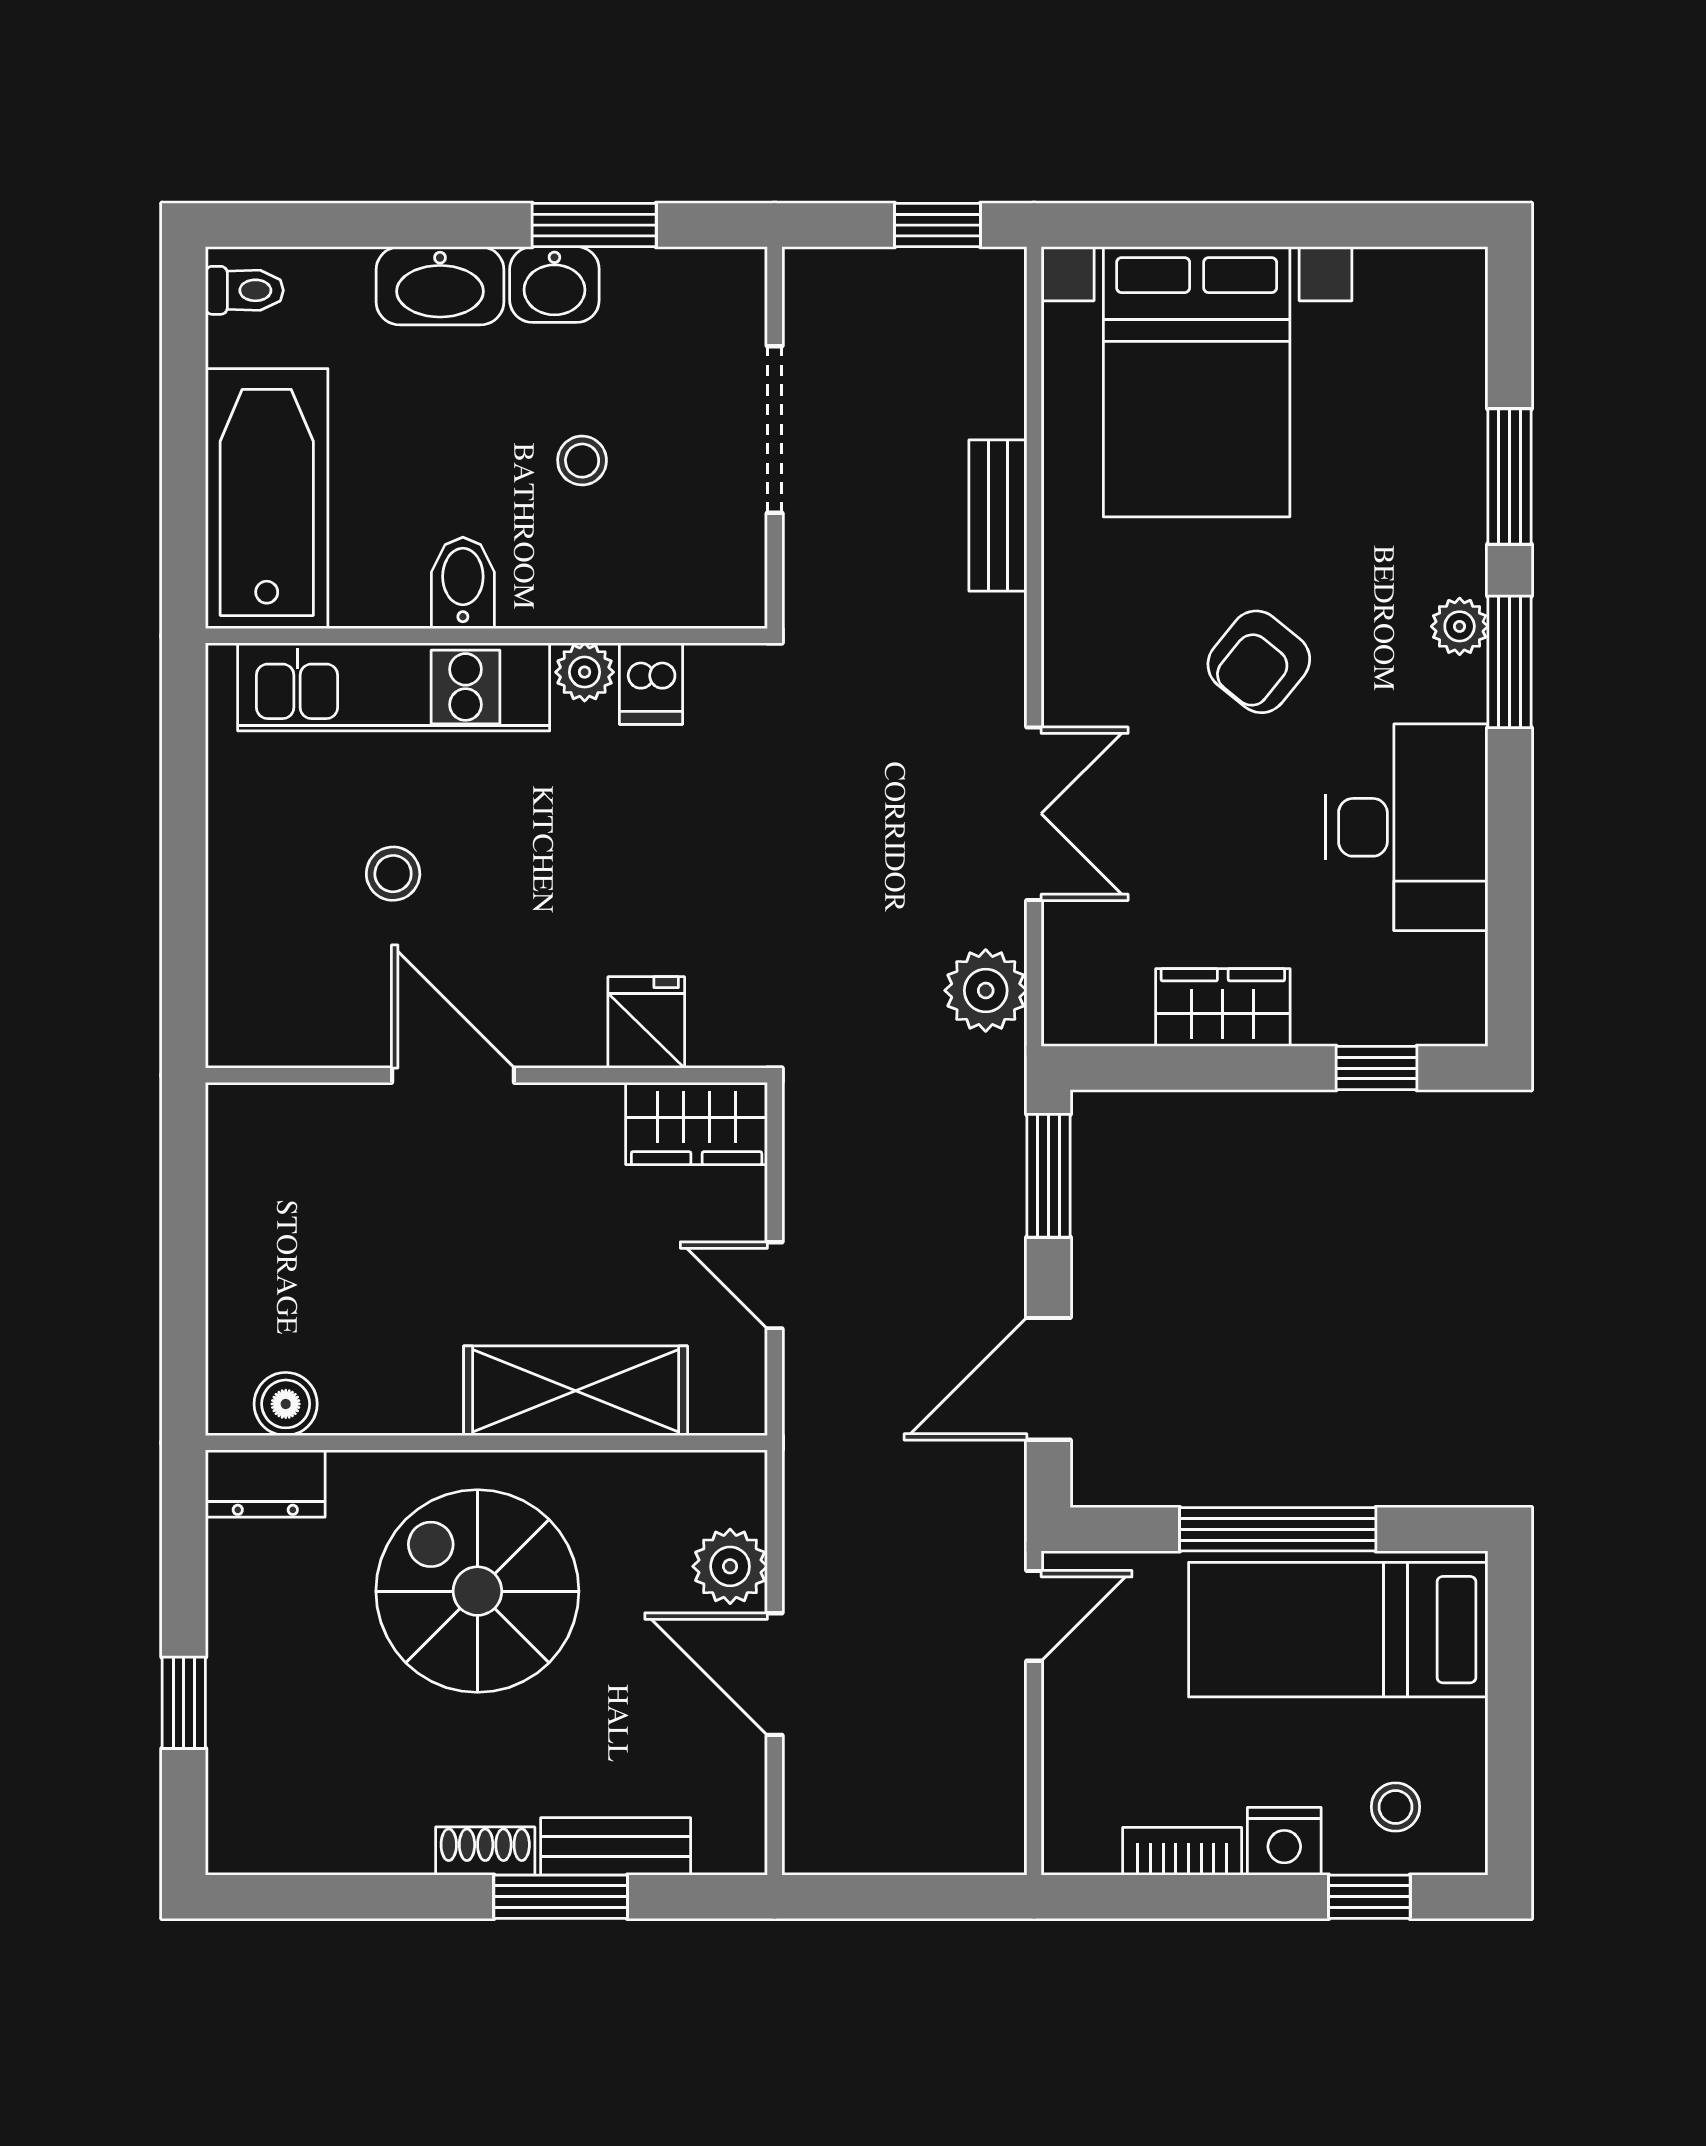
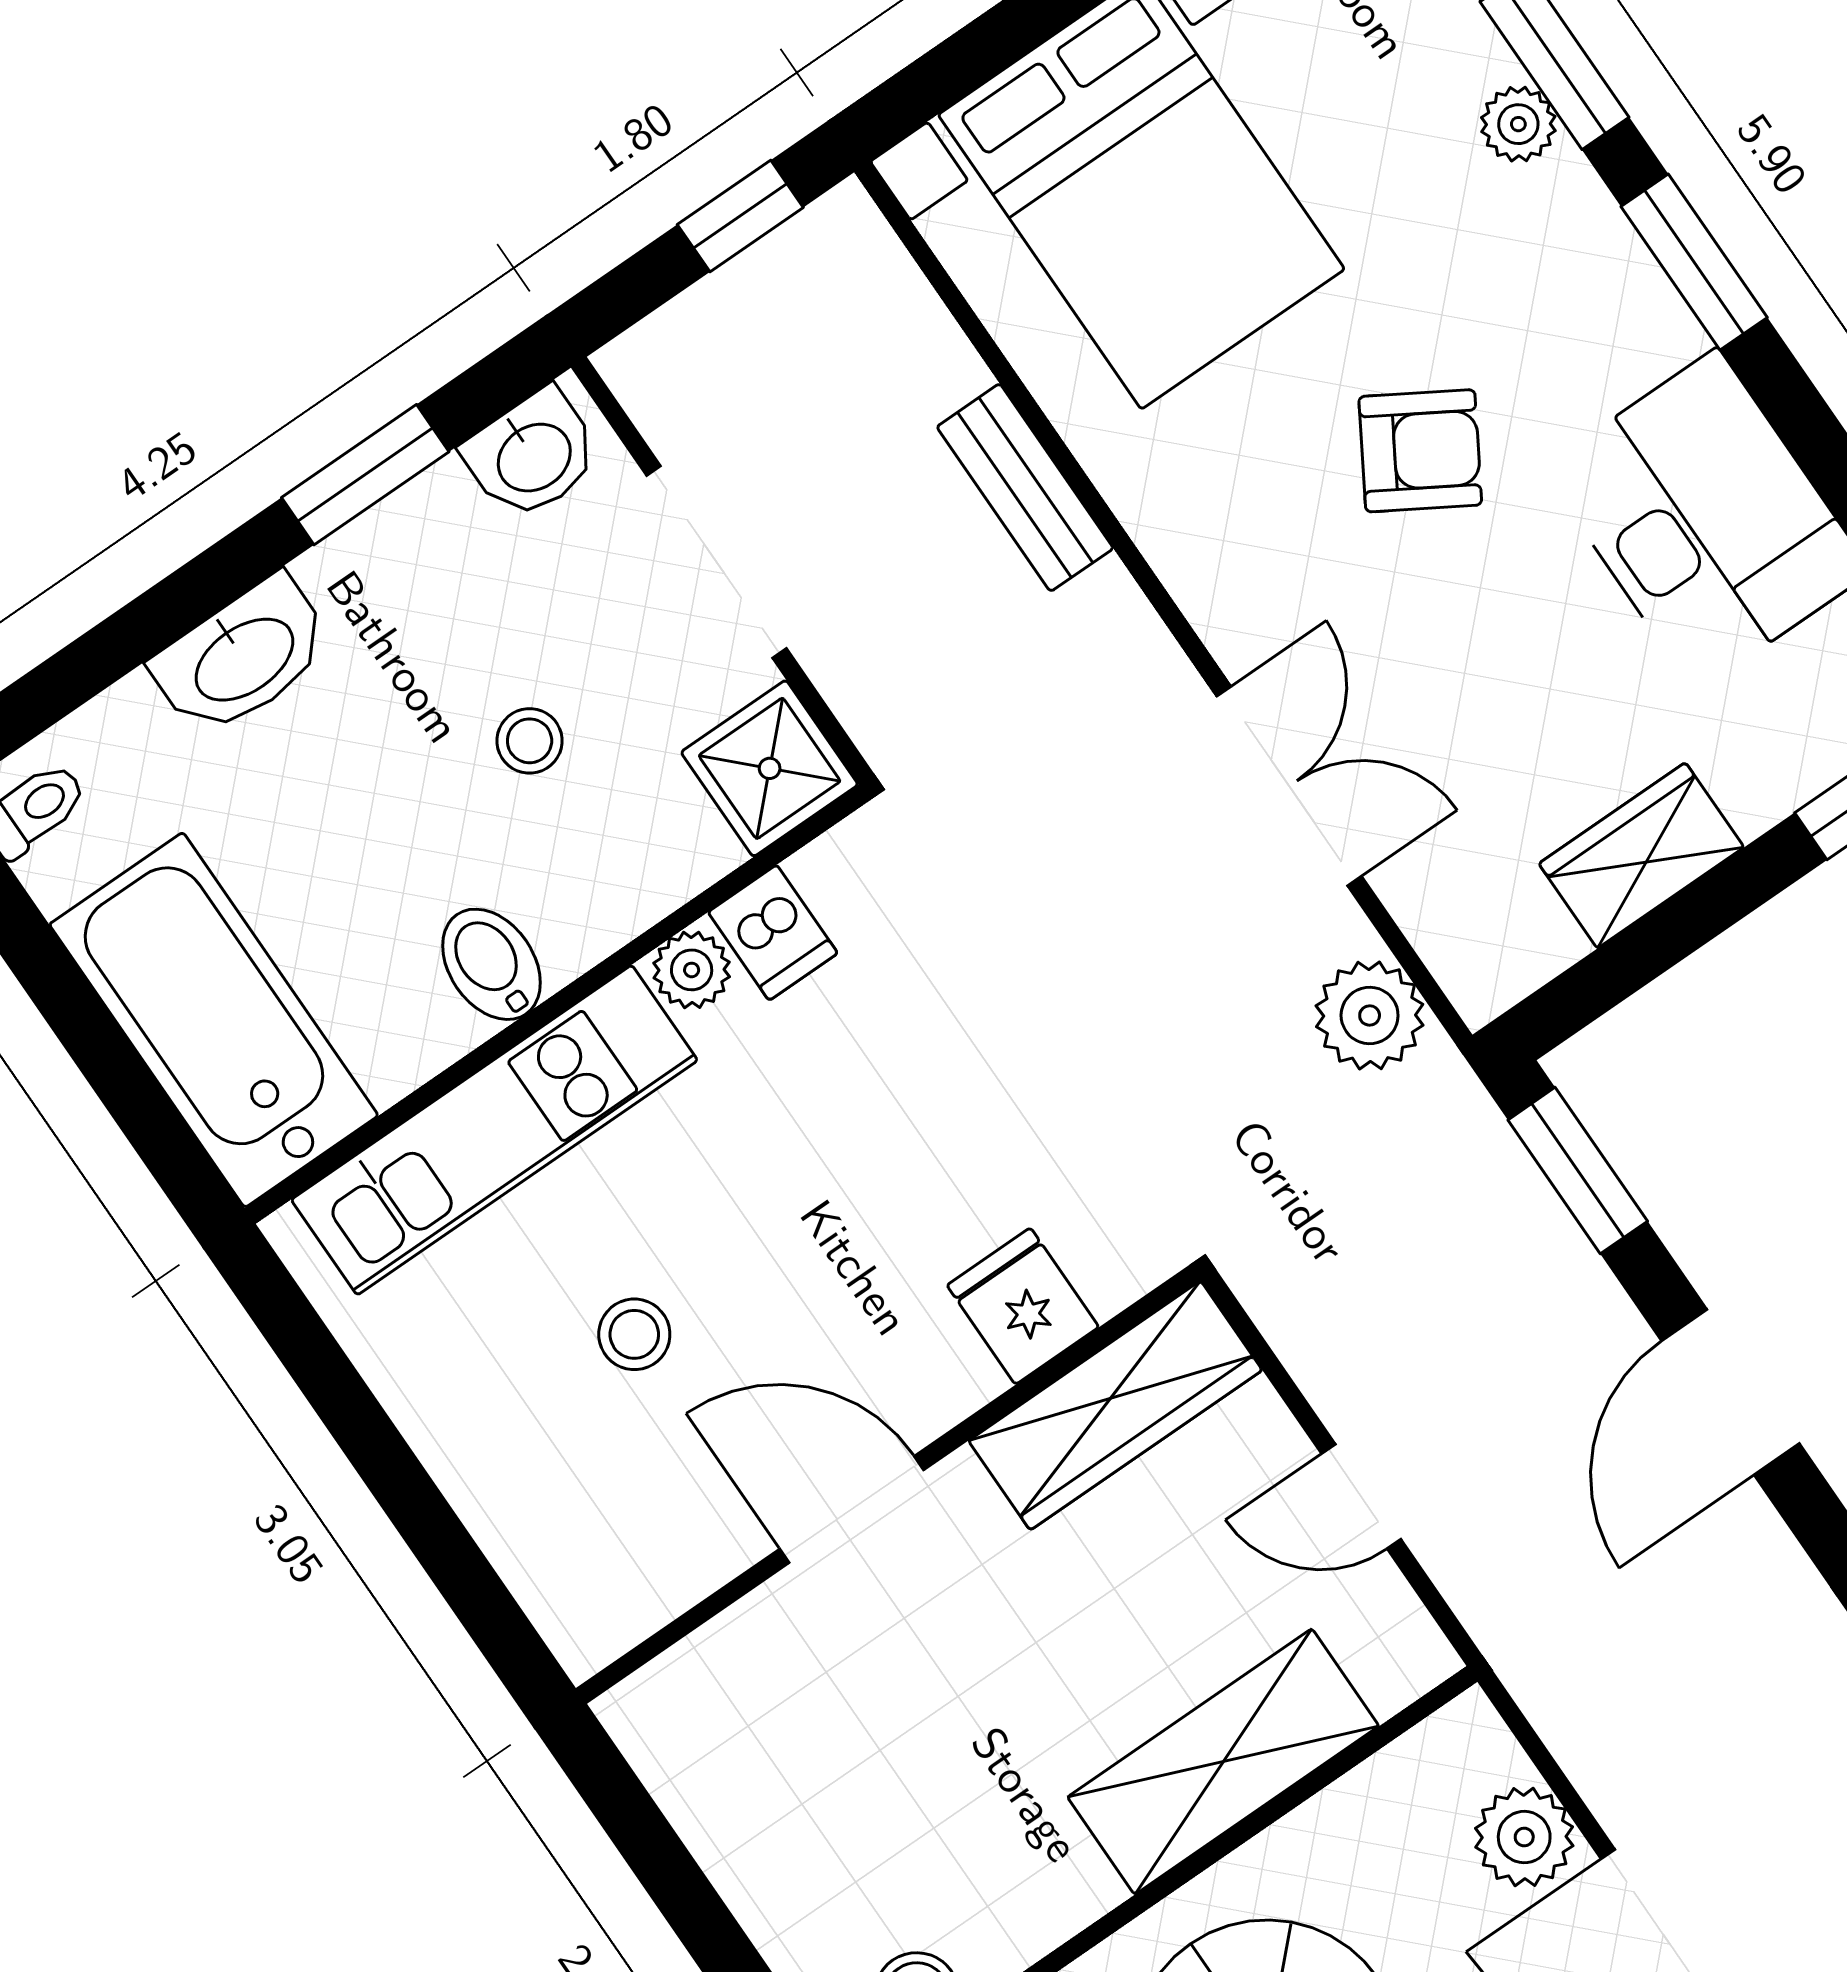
washbasin: (554, 285) -> (533, 455), moved
shower: (719, 580) -> (770, 768), added
plant: (1460, 626) -> (1518, 124), moved
armchair: (1259, 662) -> (1420, 451), turned -98
wardrobe: (697, 1124) -> (1115, 1405), width x1.50

